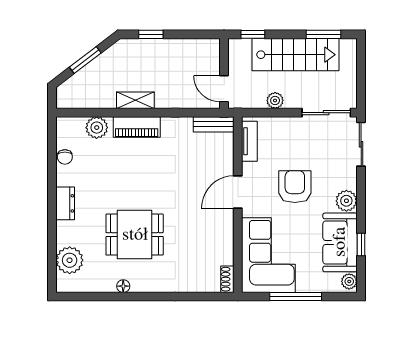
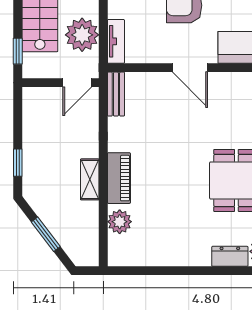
plant: (275, 100) -> (82, 35), width x1.88, depth x1.88
tv unit: (249, 141) -> (116, 41), moved, turned 90
chair: (65, 157) -> (152, 257), removed
dresser: (65, 203) -> (230, 256), moved

